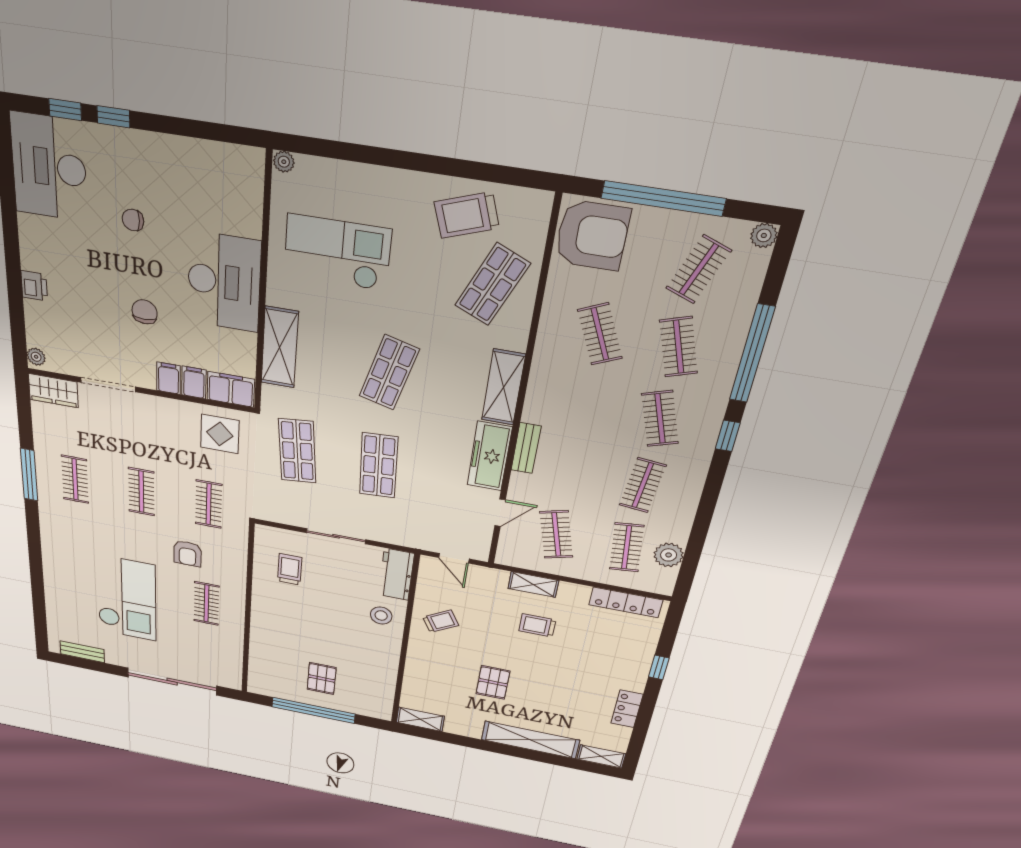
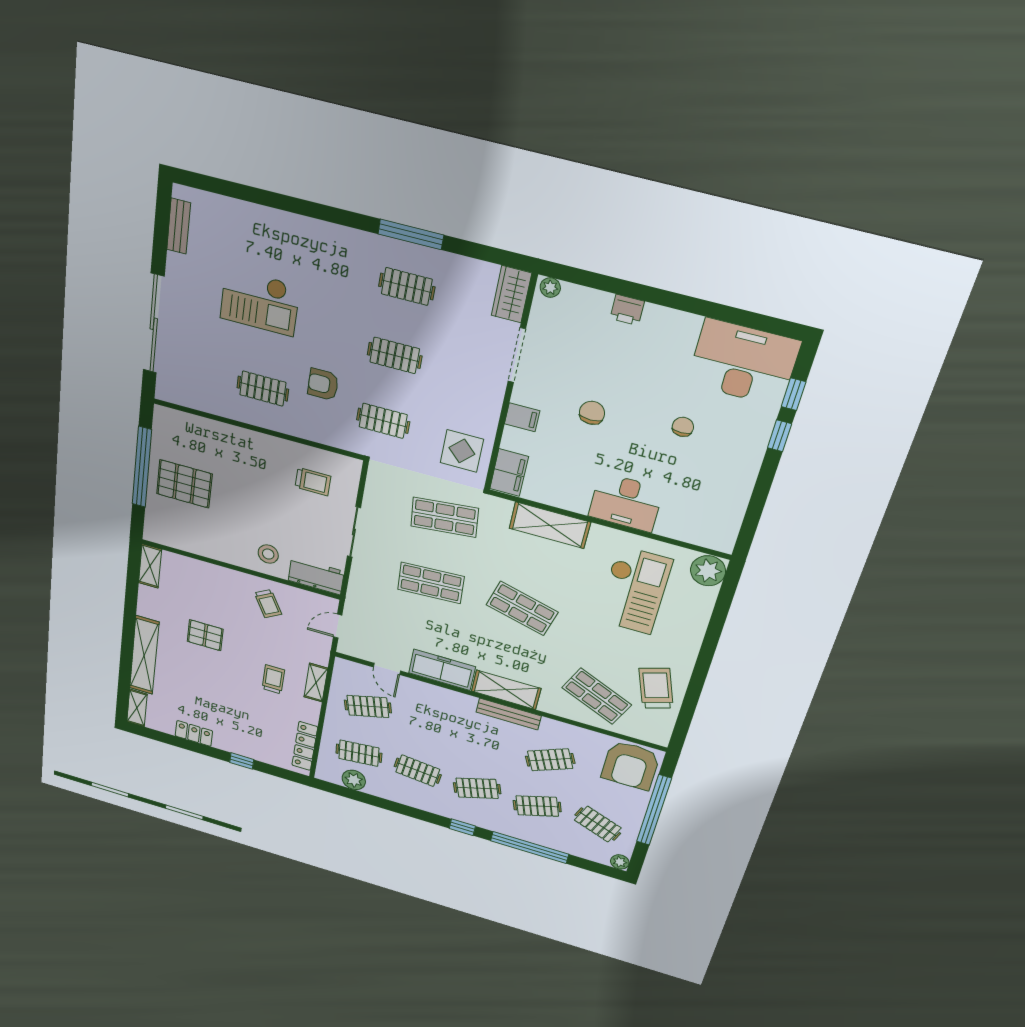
plant: (284, 162) -> (708, 571), width x1.88, depth x1.88
desk: (224, 282) -> (626, 502), width x0.73, depth x0.77
chair: (145, 312) -> (592, 413), turned -90
filing cabinet: (194, 382) -> (517, 440), removed
bench: (526, 448) -> (509, 714), moved, width x1.36
checkout: (127, 598) -> (260, 302), width x0.73, depth x0.83
pallet: (322, 678) -> (184, 484), width x1.50, depth x1.42

